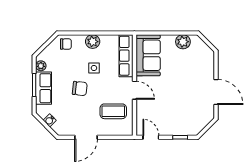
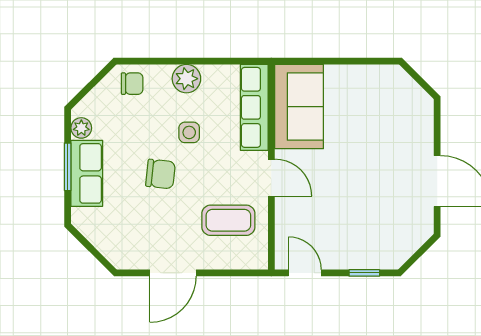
plant: (183, 42) -> (370, 79), removed
water cooler: (50, 120) -> (99, 239), removed

